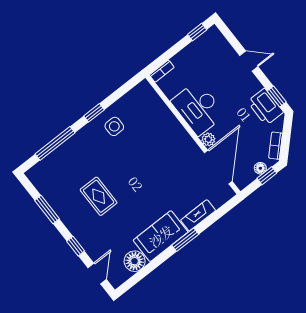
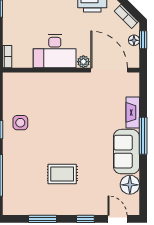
window: (185, 240) -> (143, 136), width x1.44

